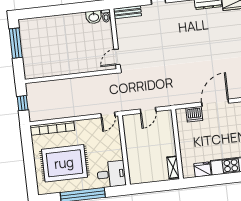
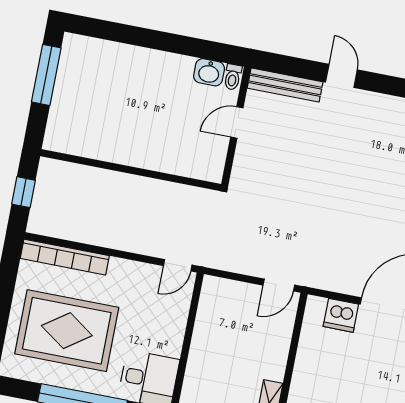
bench: (127, 12) -> (285, 85), width x1.36
door: (117, 57) -> (237, 122), moved
door: (148, 110) -> (279, 285), moved

